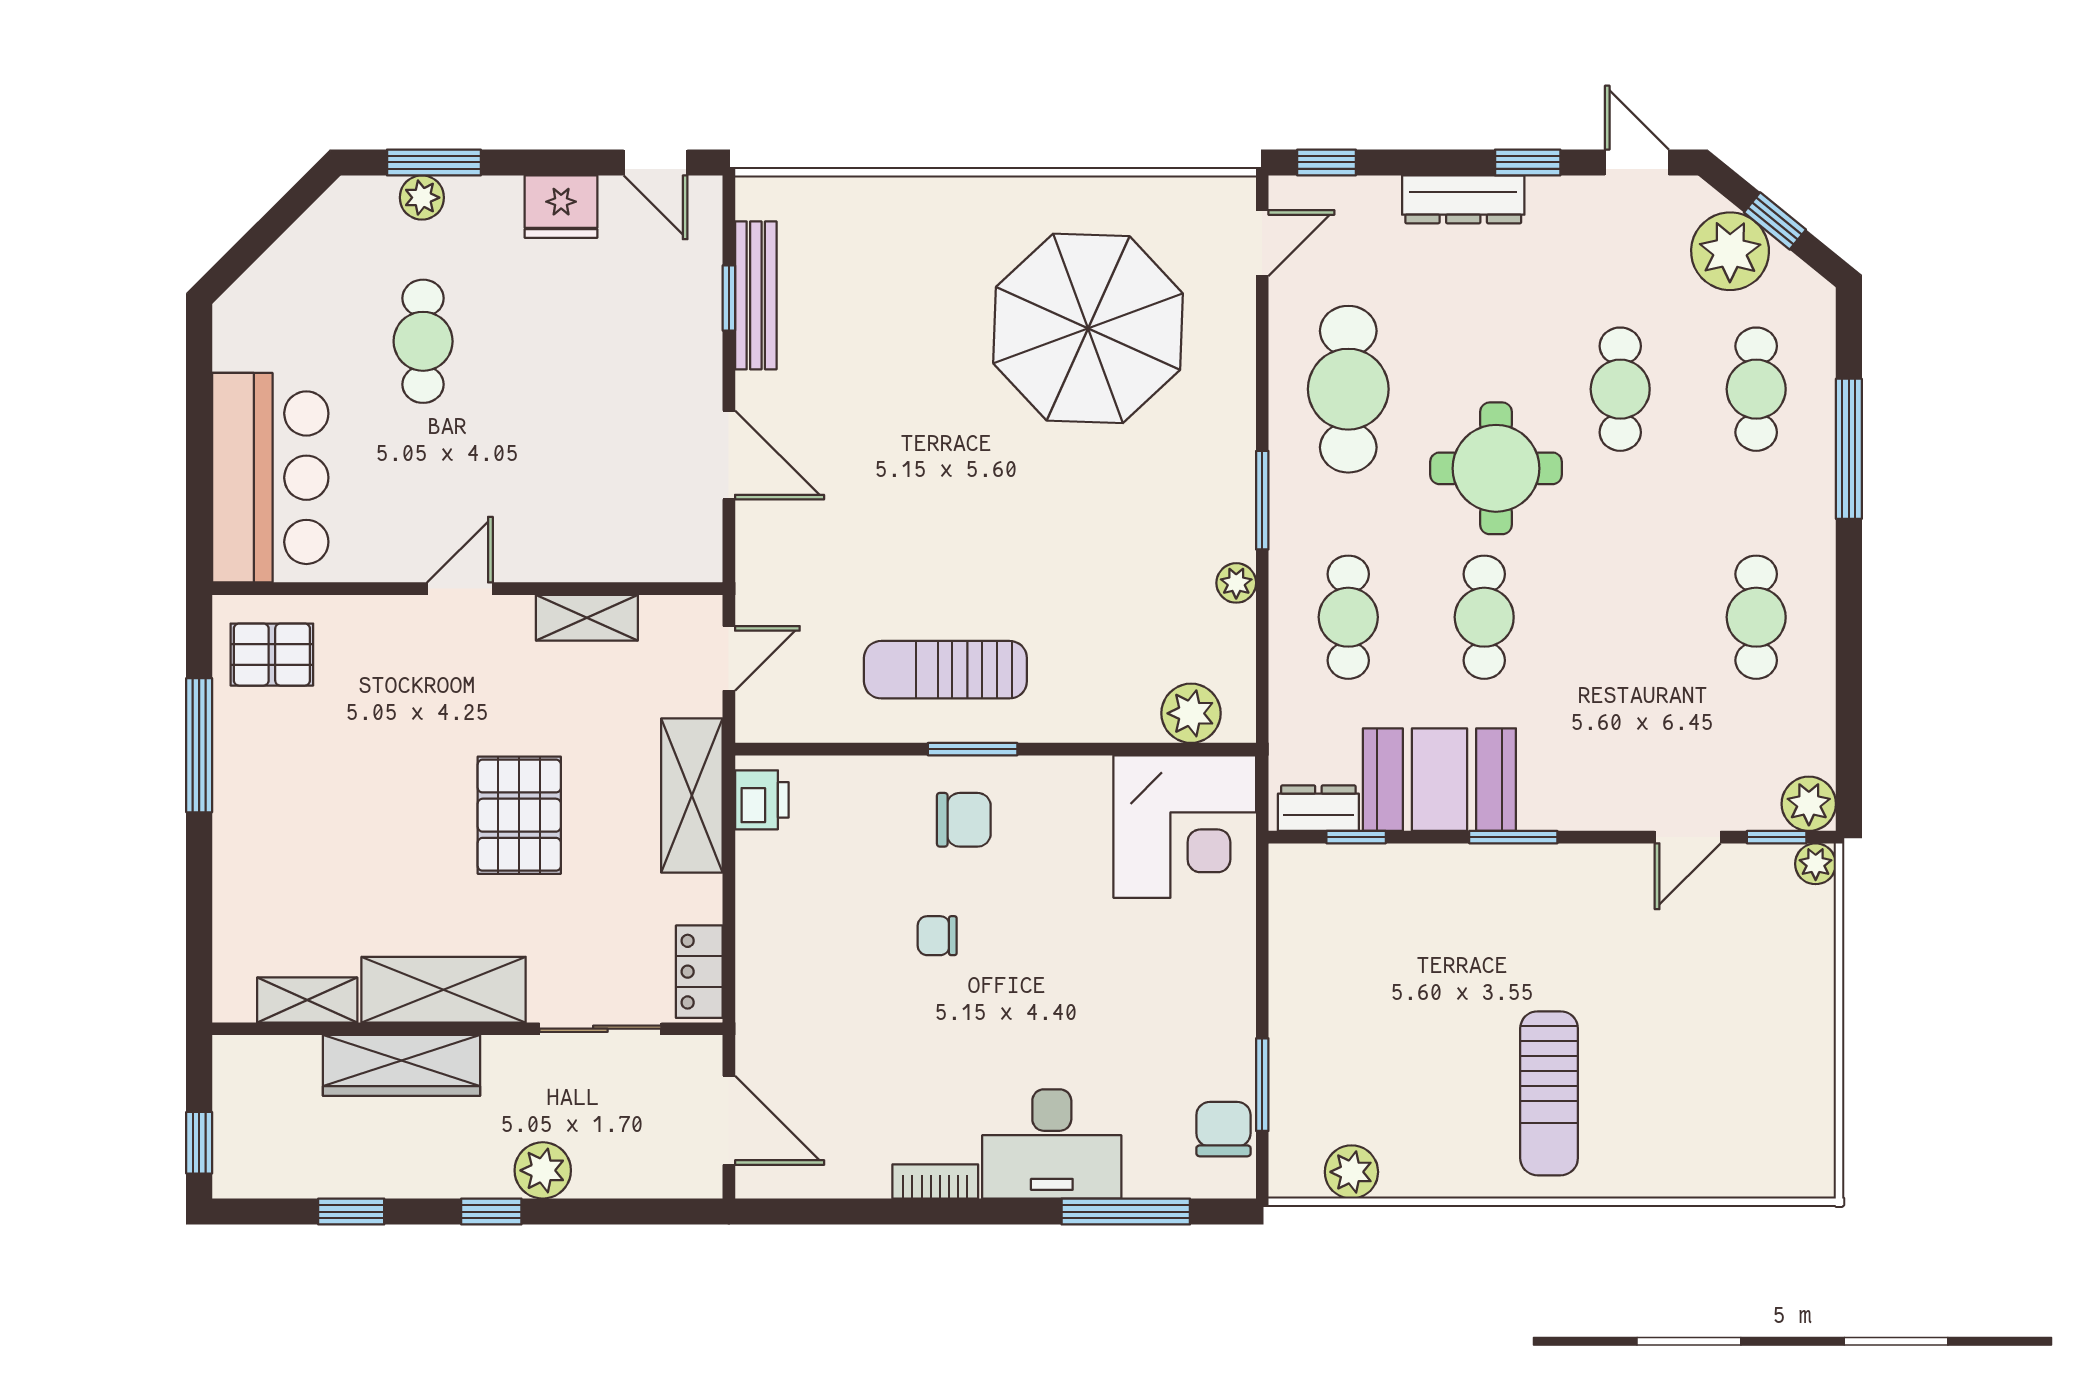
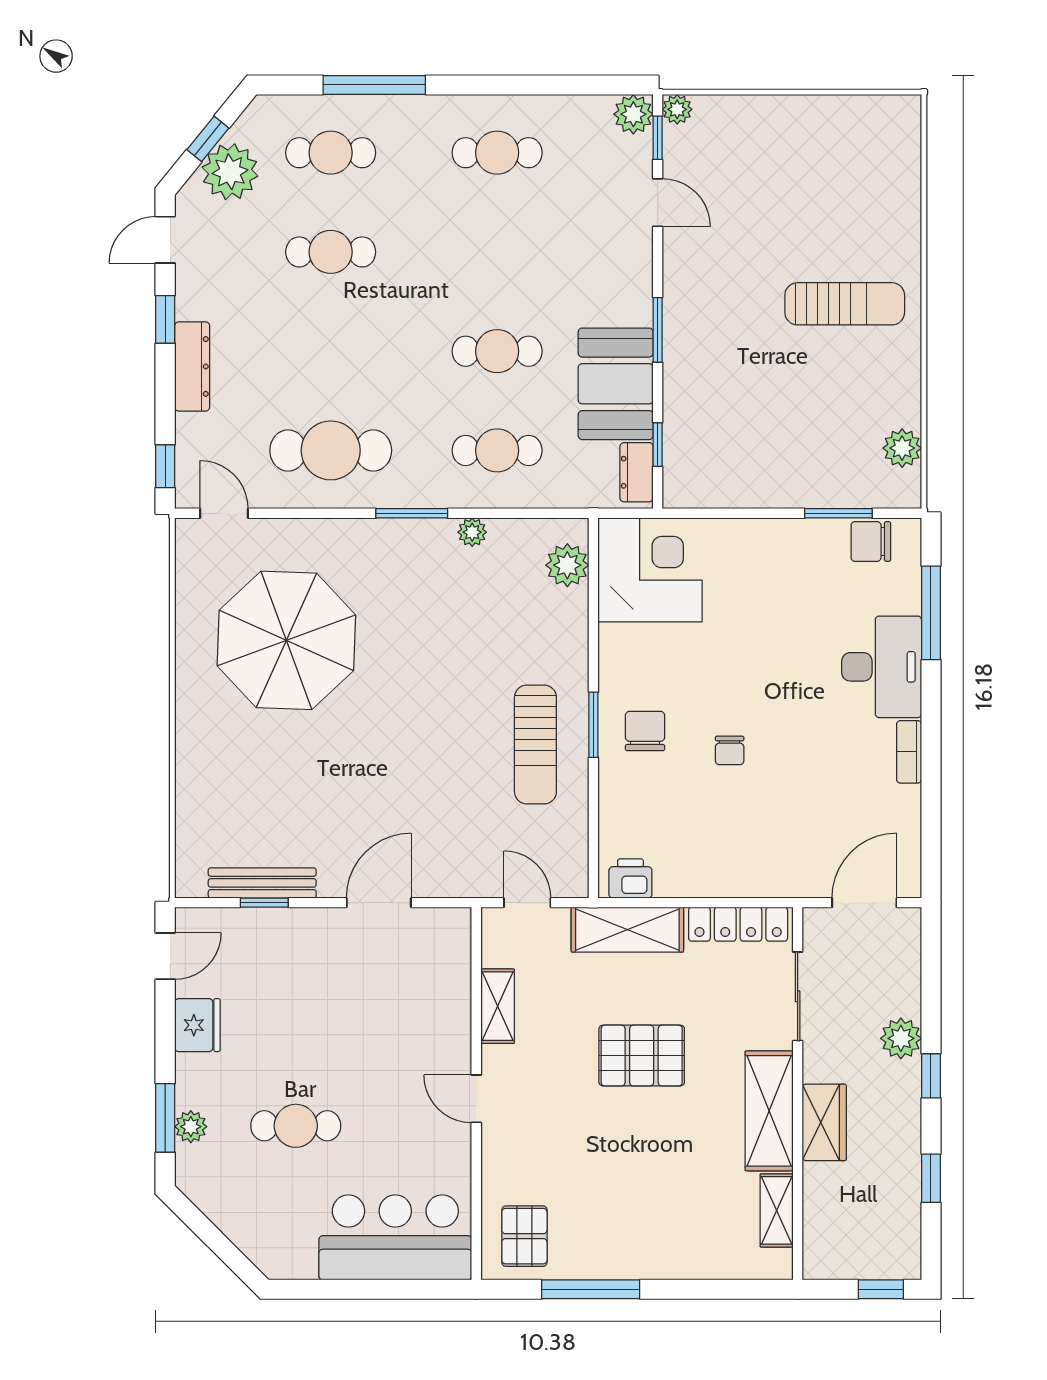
round table: (1496, 468) -> (388, 343), removed
locker: (699, 972) -> (738, 924), width x1.53
wardrobe: (402, 1065) -> (824, 1122), width x0.67

